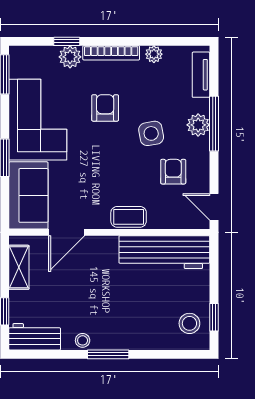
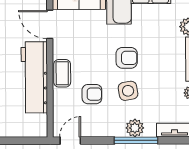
armchair: (105, 108) -> (127, 58), moved
armchair: (173, 172) -> (92, 94), moved
workbench: (164, 252) -> (34, 77), moved

